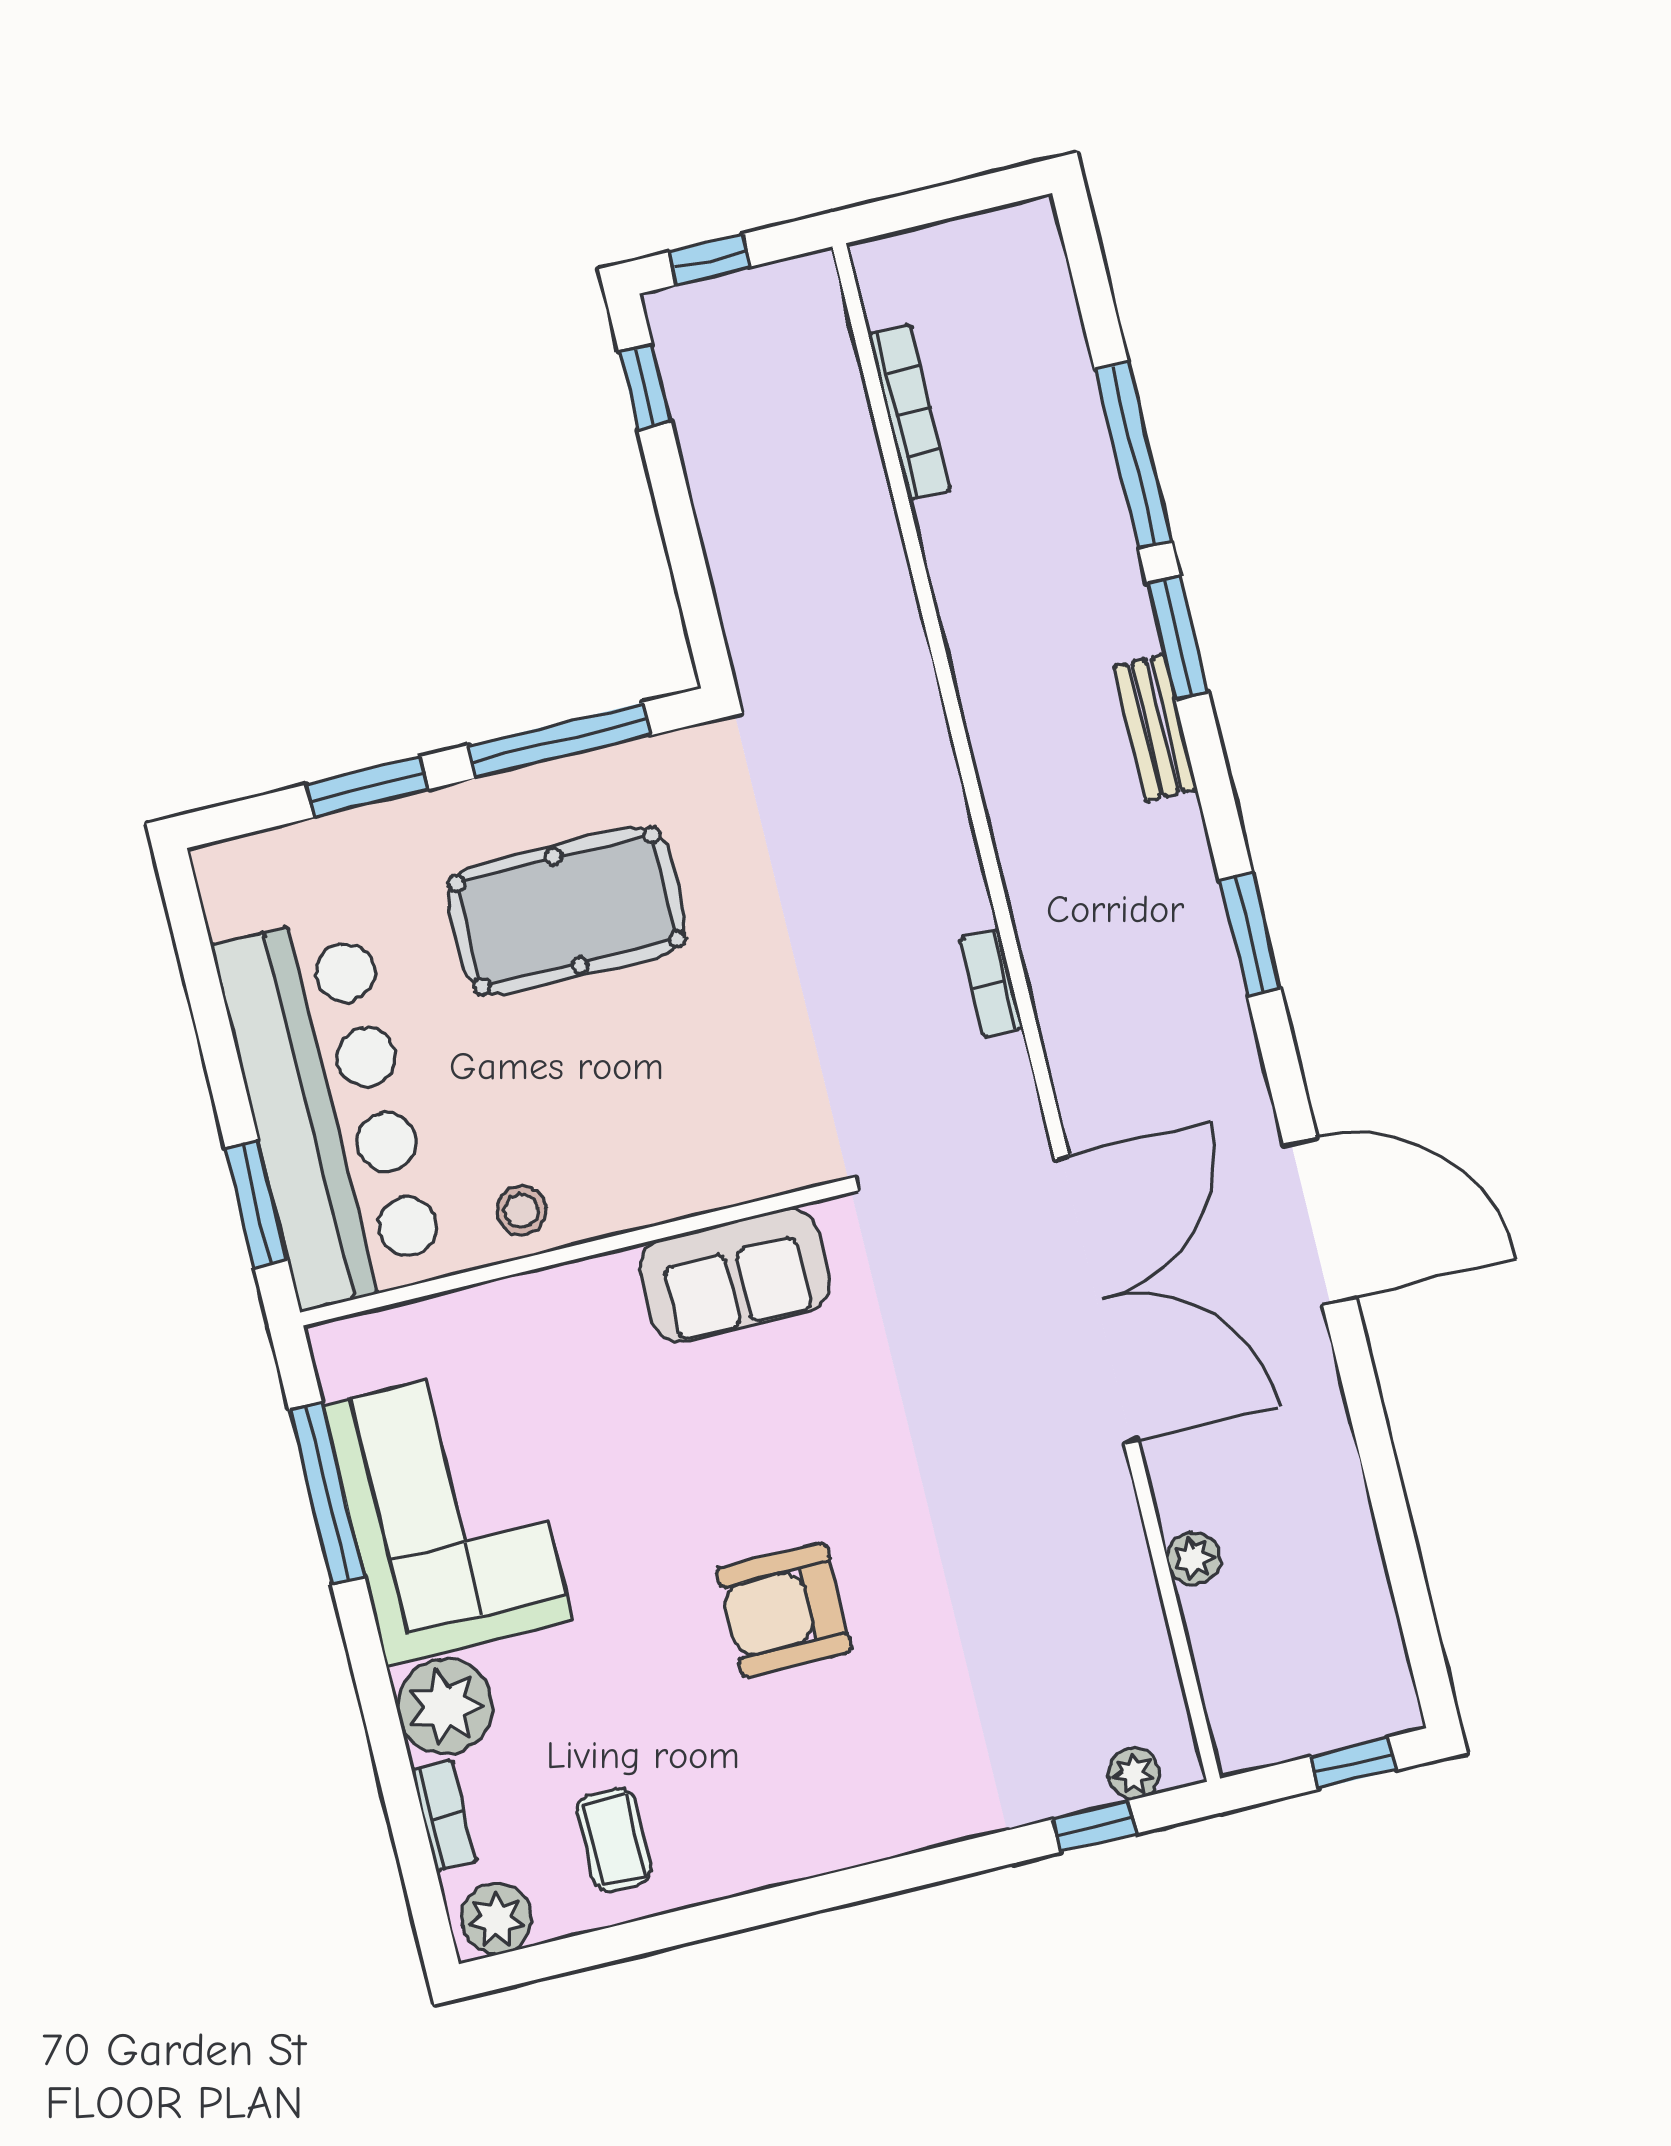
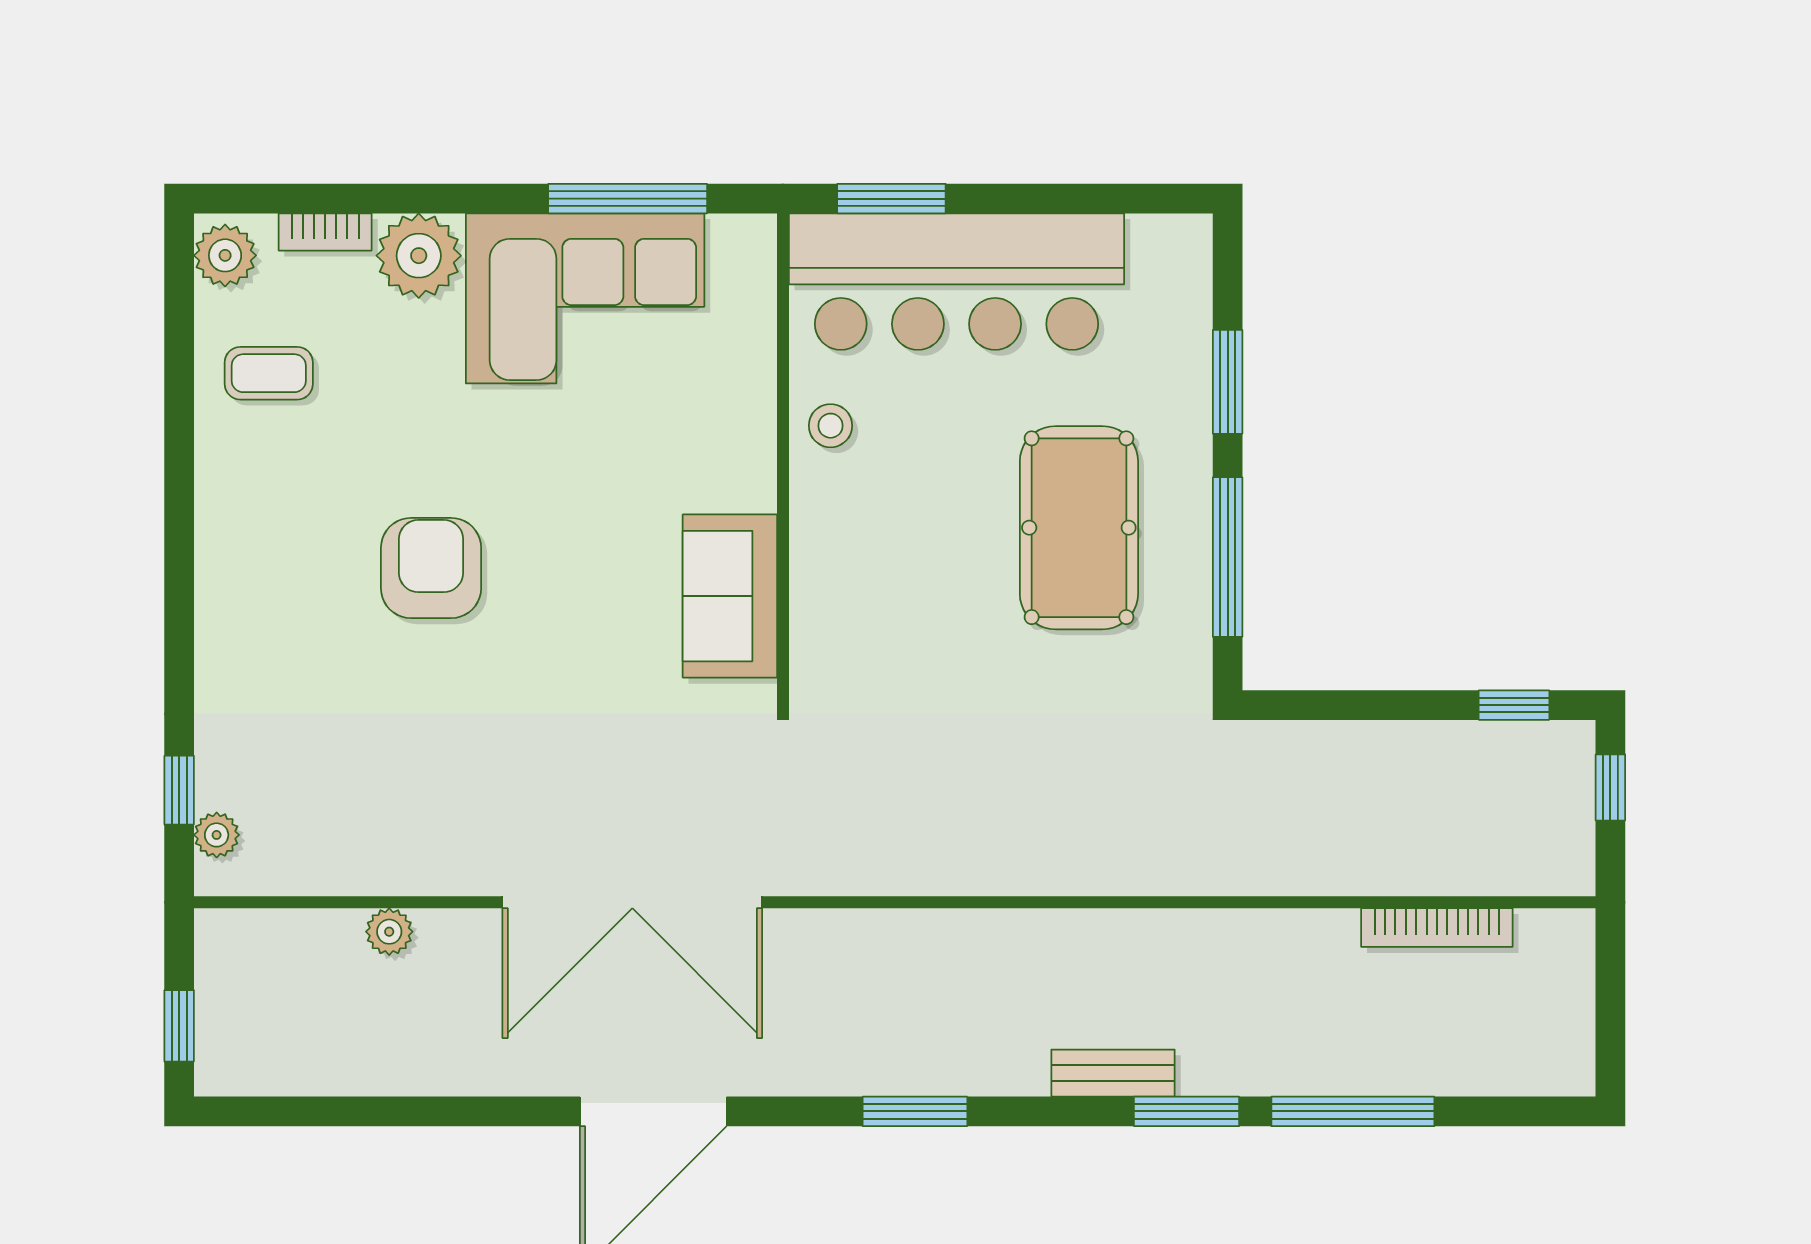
bookcase: (992, 983) -> (927, 878), removed

